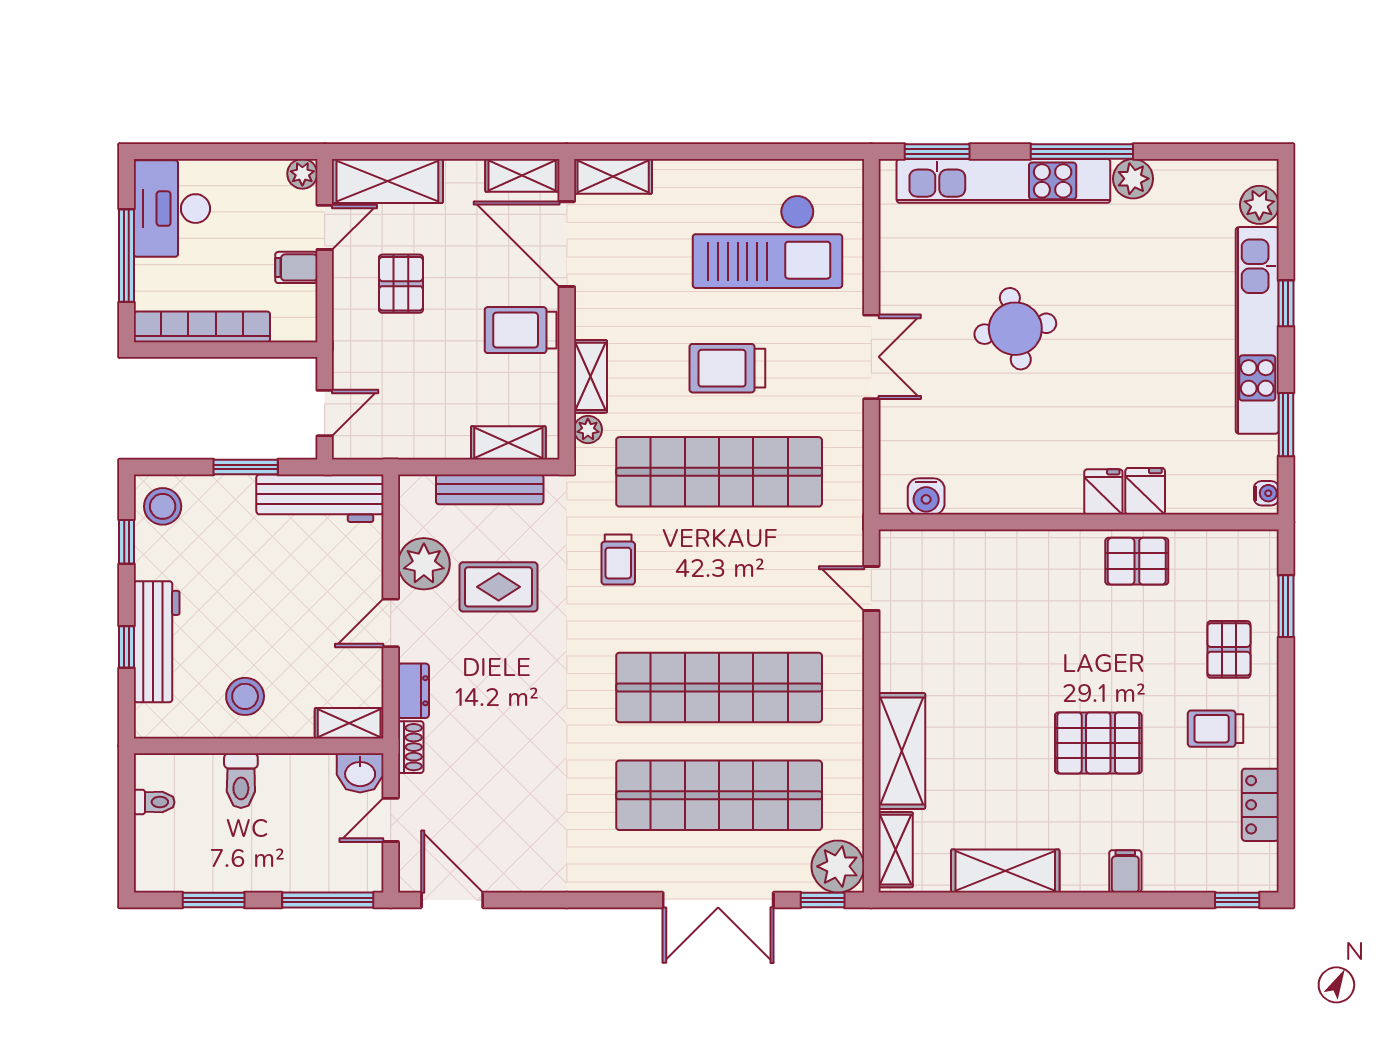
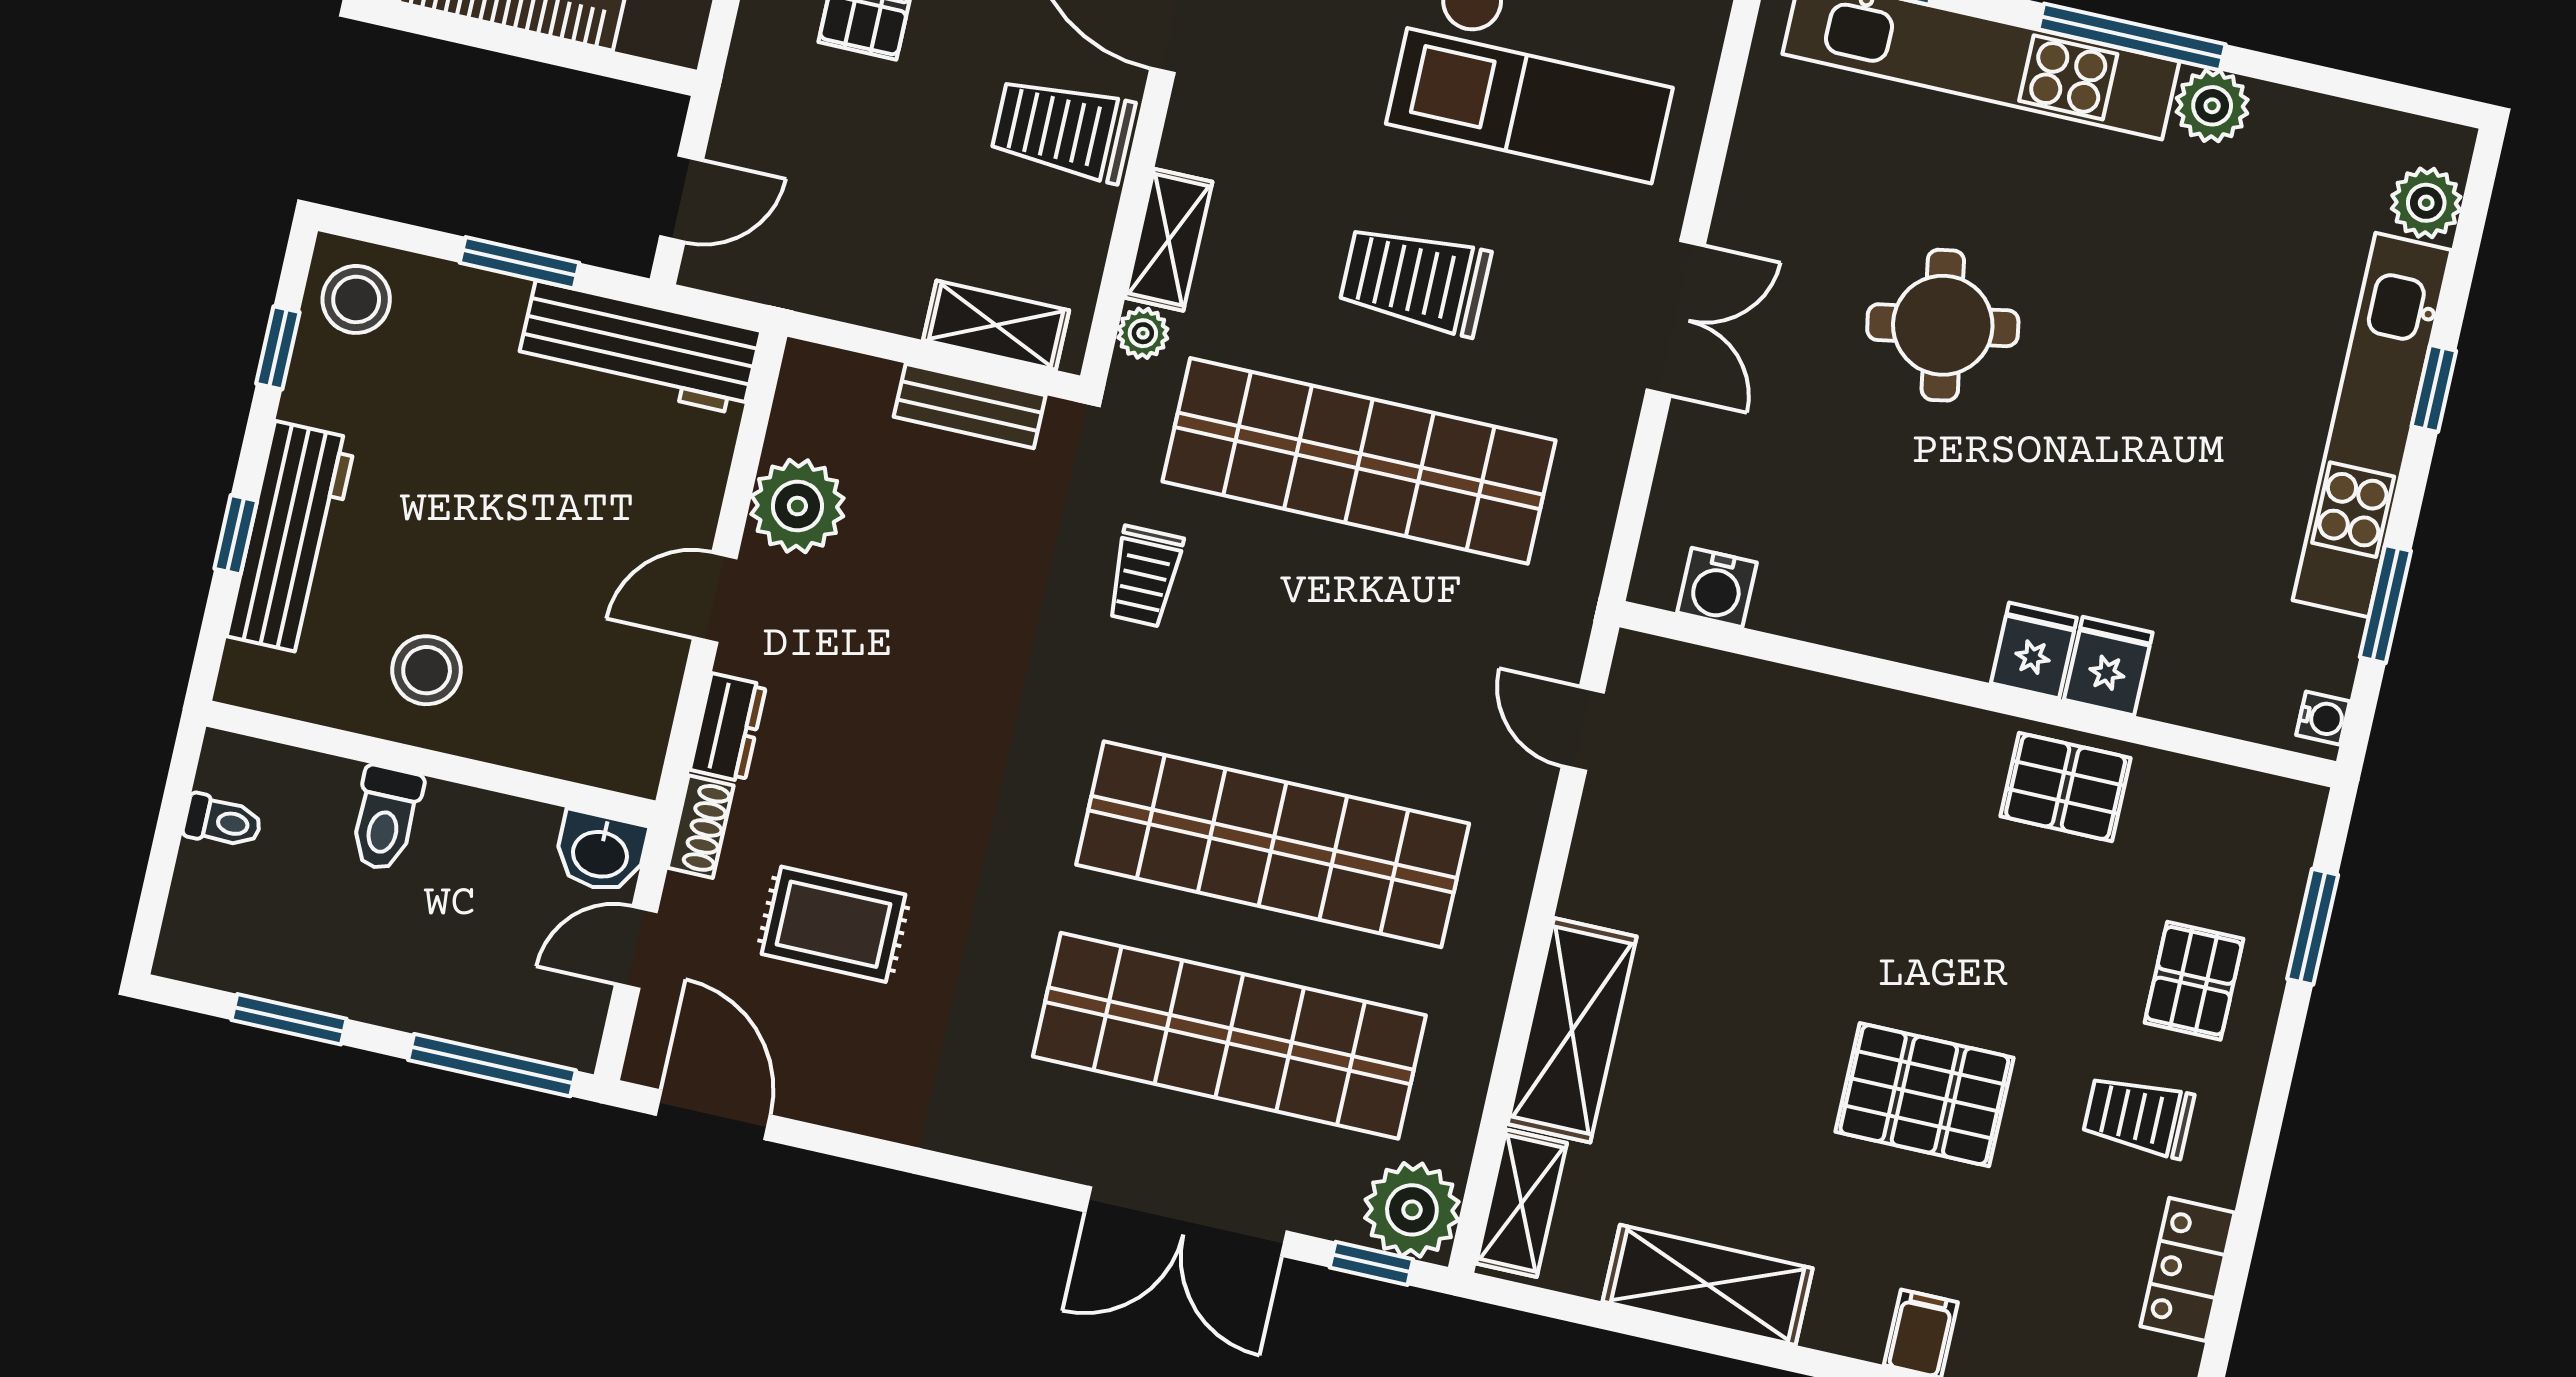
bench: (490, 489) -> (970, 406), width x0.73
rug: (499, 587) -> (833, 924), moved
shelving: (349, 723) -> (601, 759), removed

